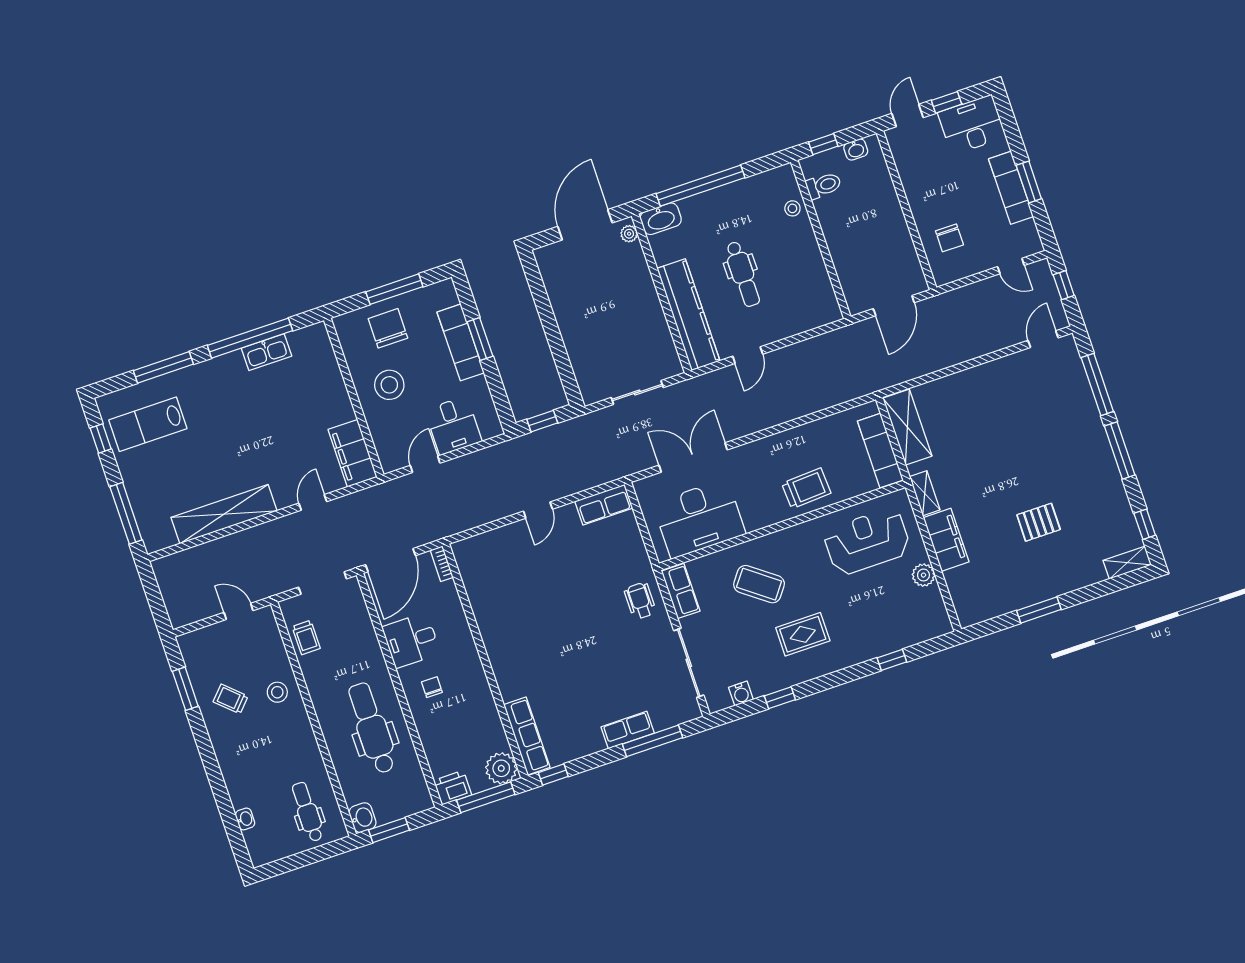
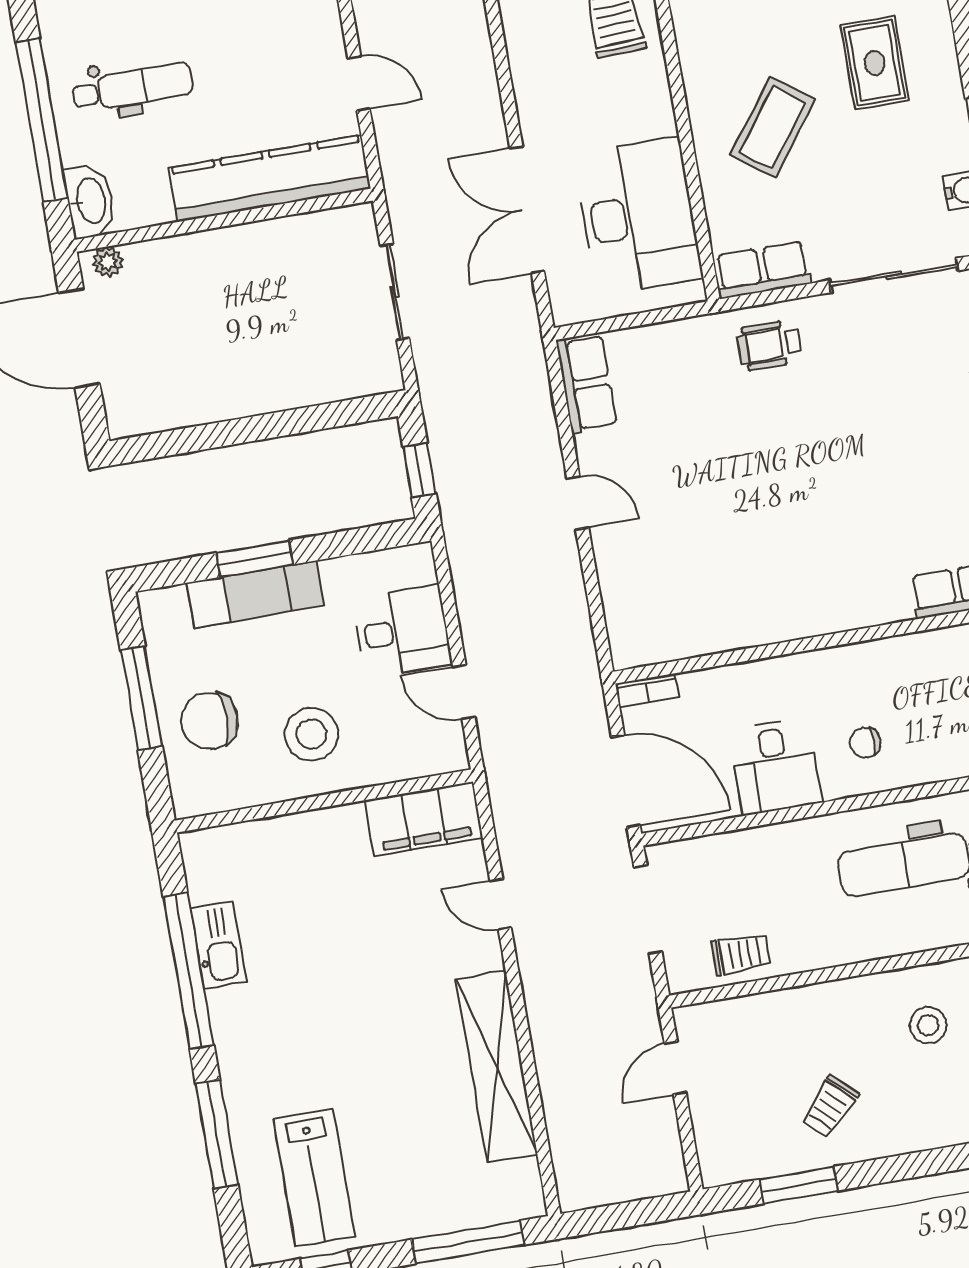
dental chair: (743, 274) -> (132, 87), moved
stool: (277, 692) -> (928, 1025), moved

